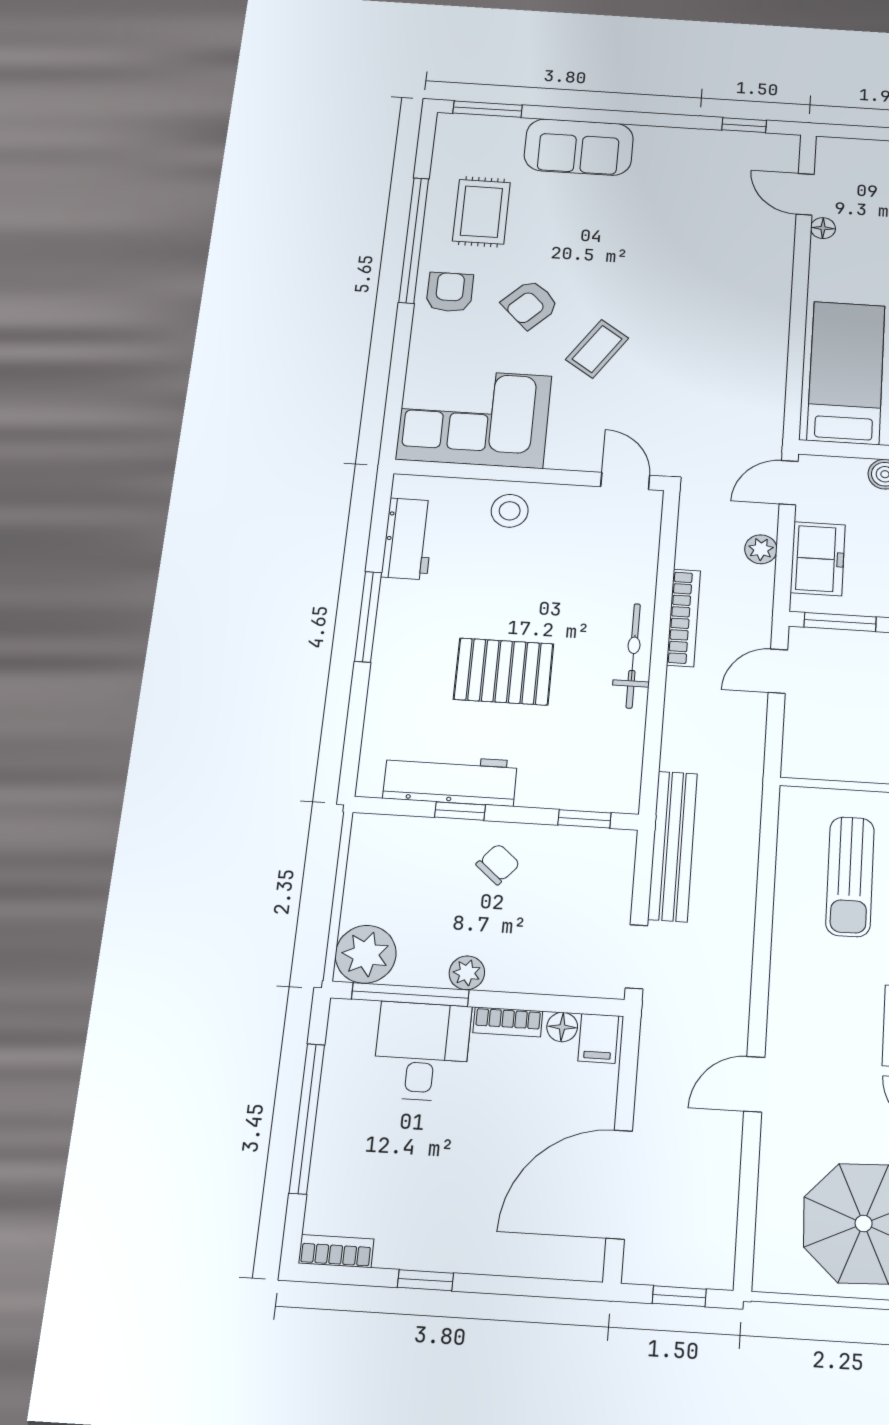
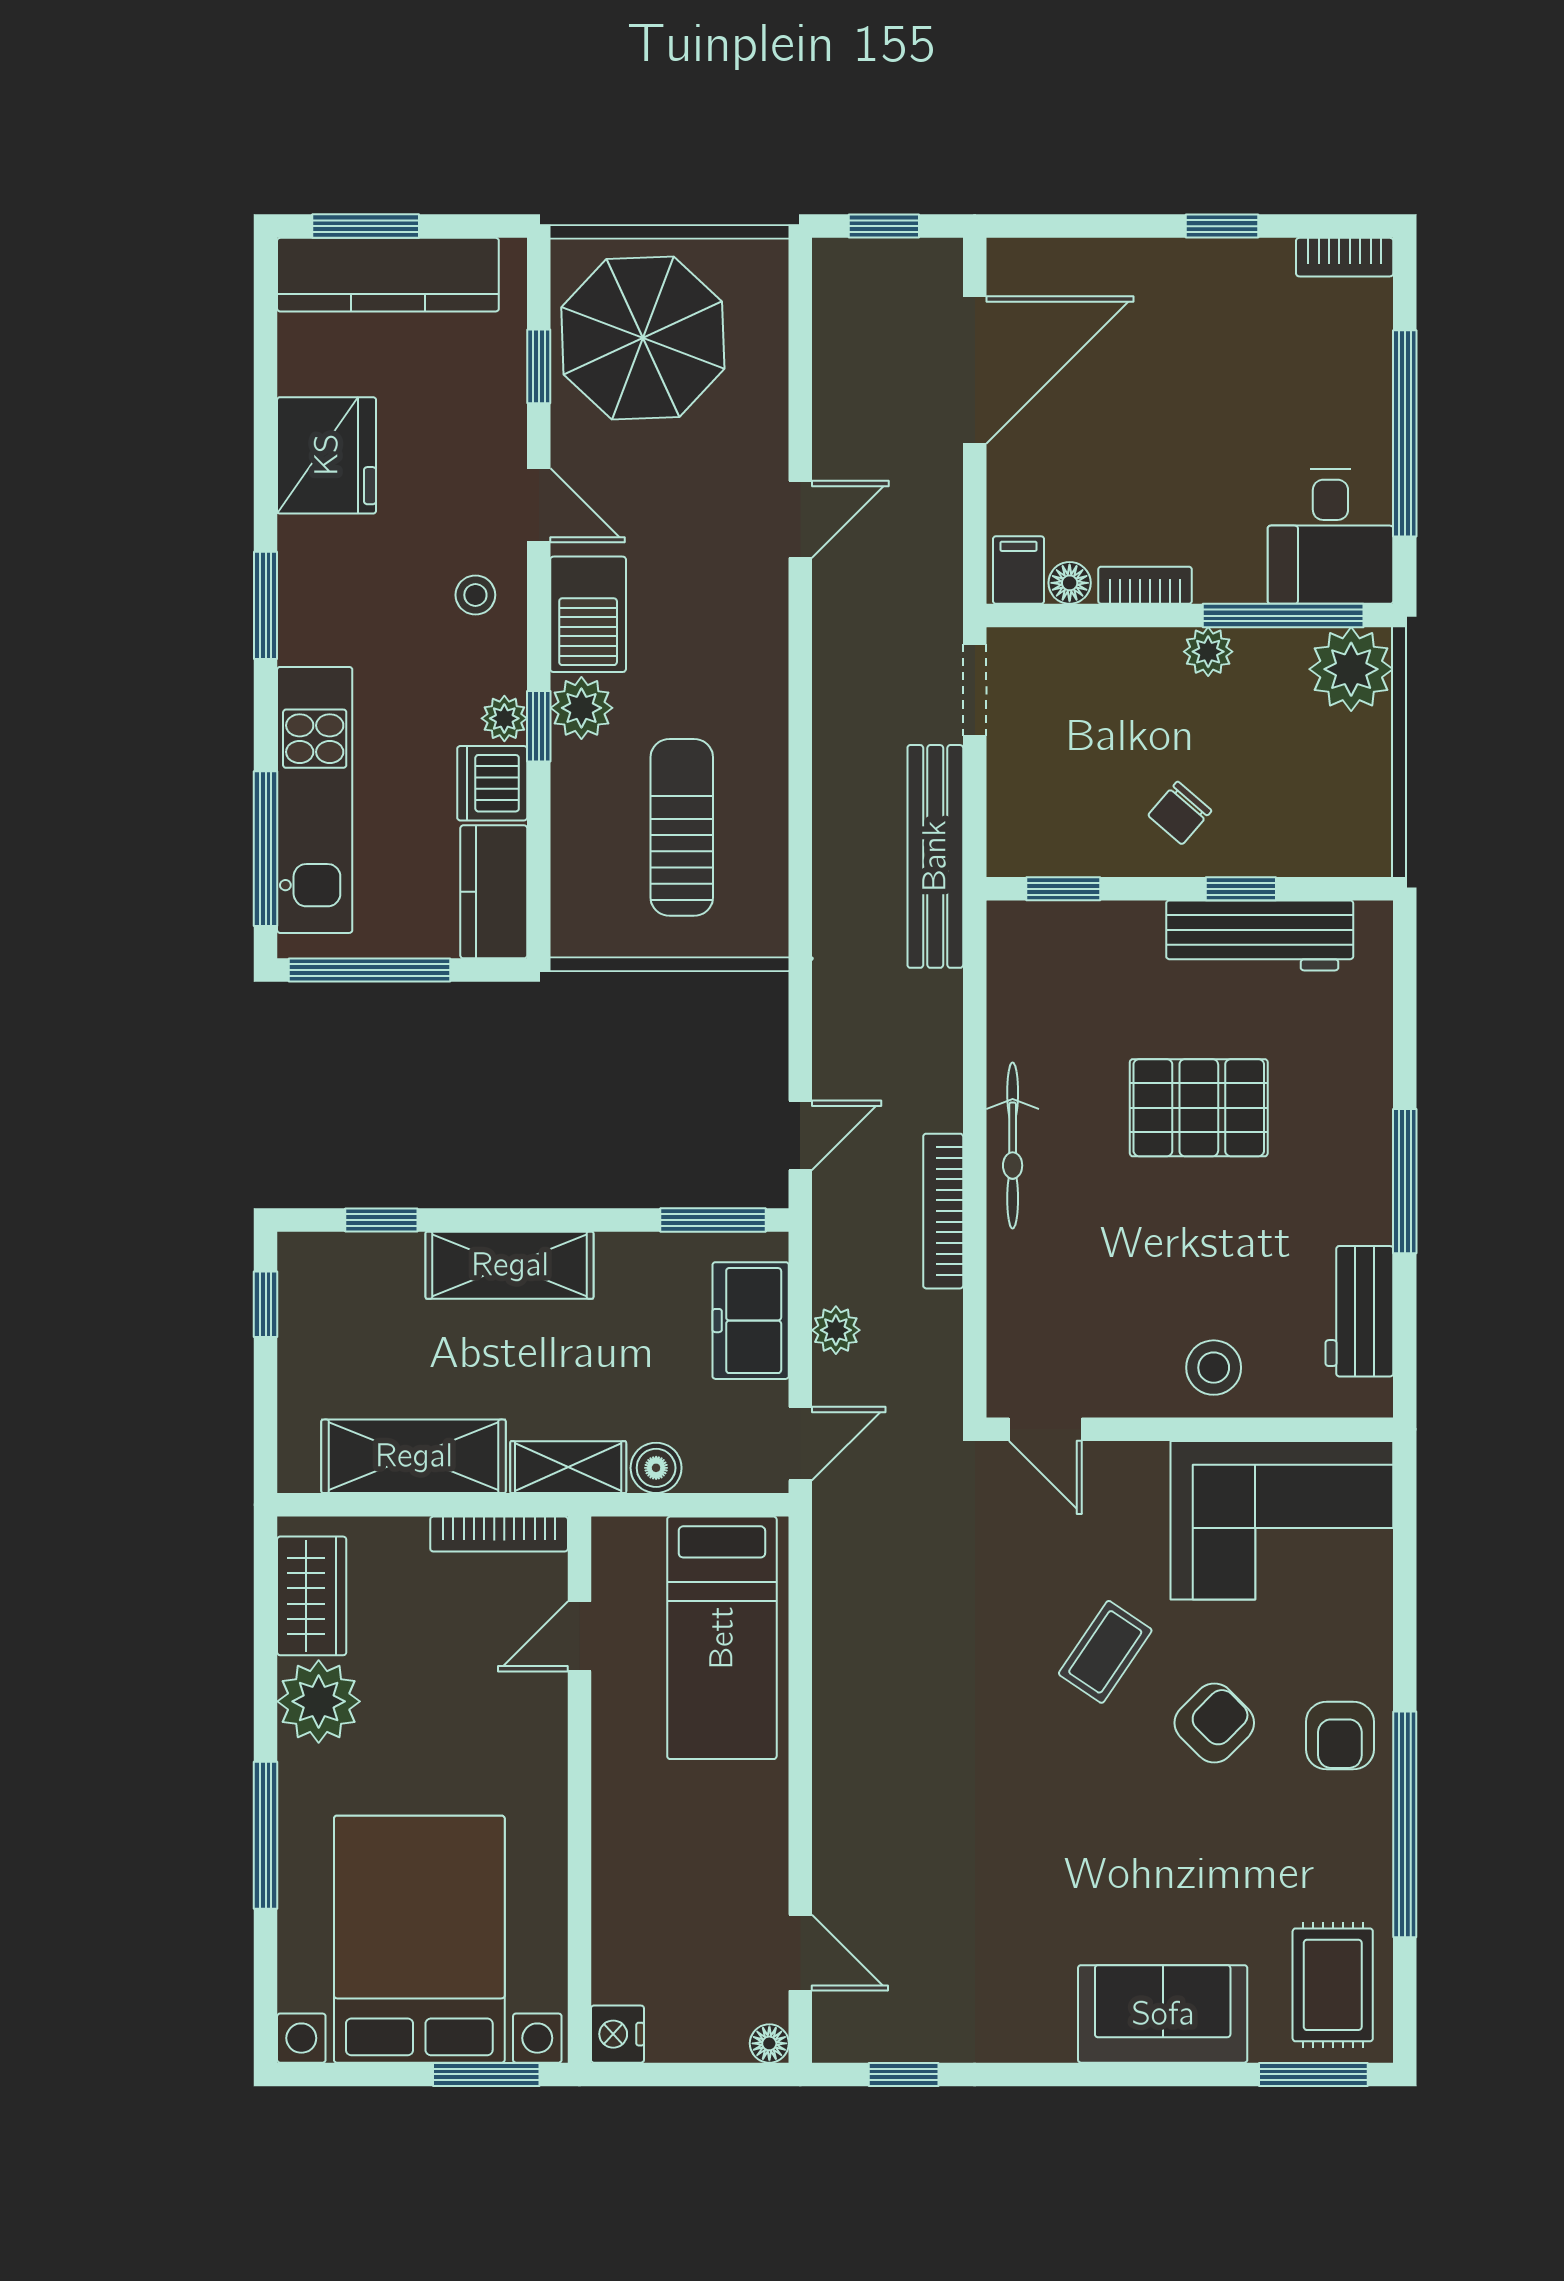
rug: (481, 212) -> (1333, 1985), moved
floor lamp: (823, 228) -> (769, 2043), moved
desk: (422, 1051) -> (1330, 536), moved

